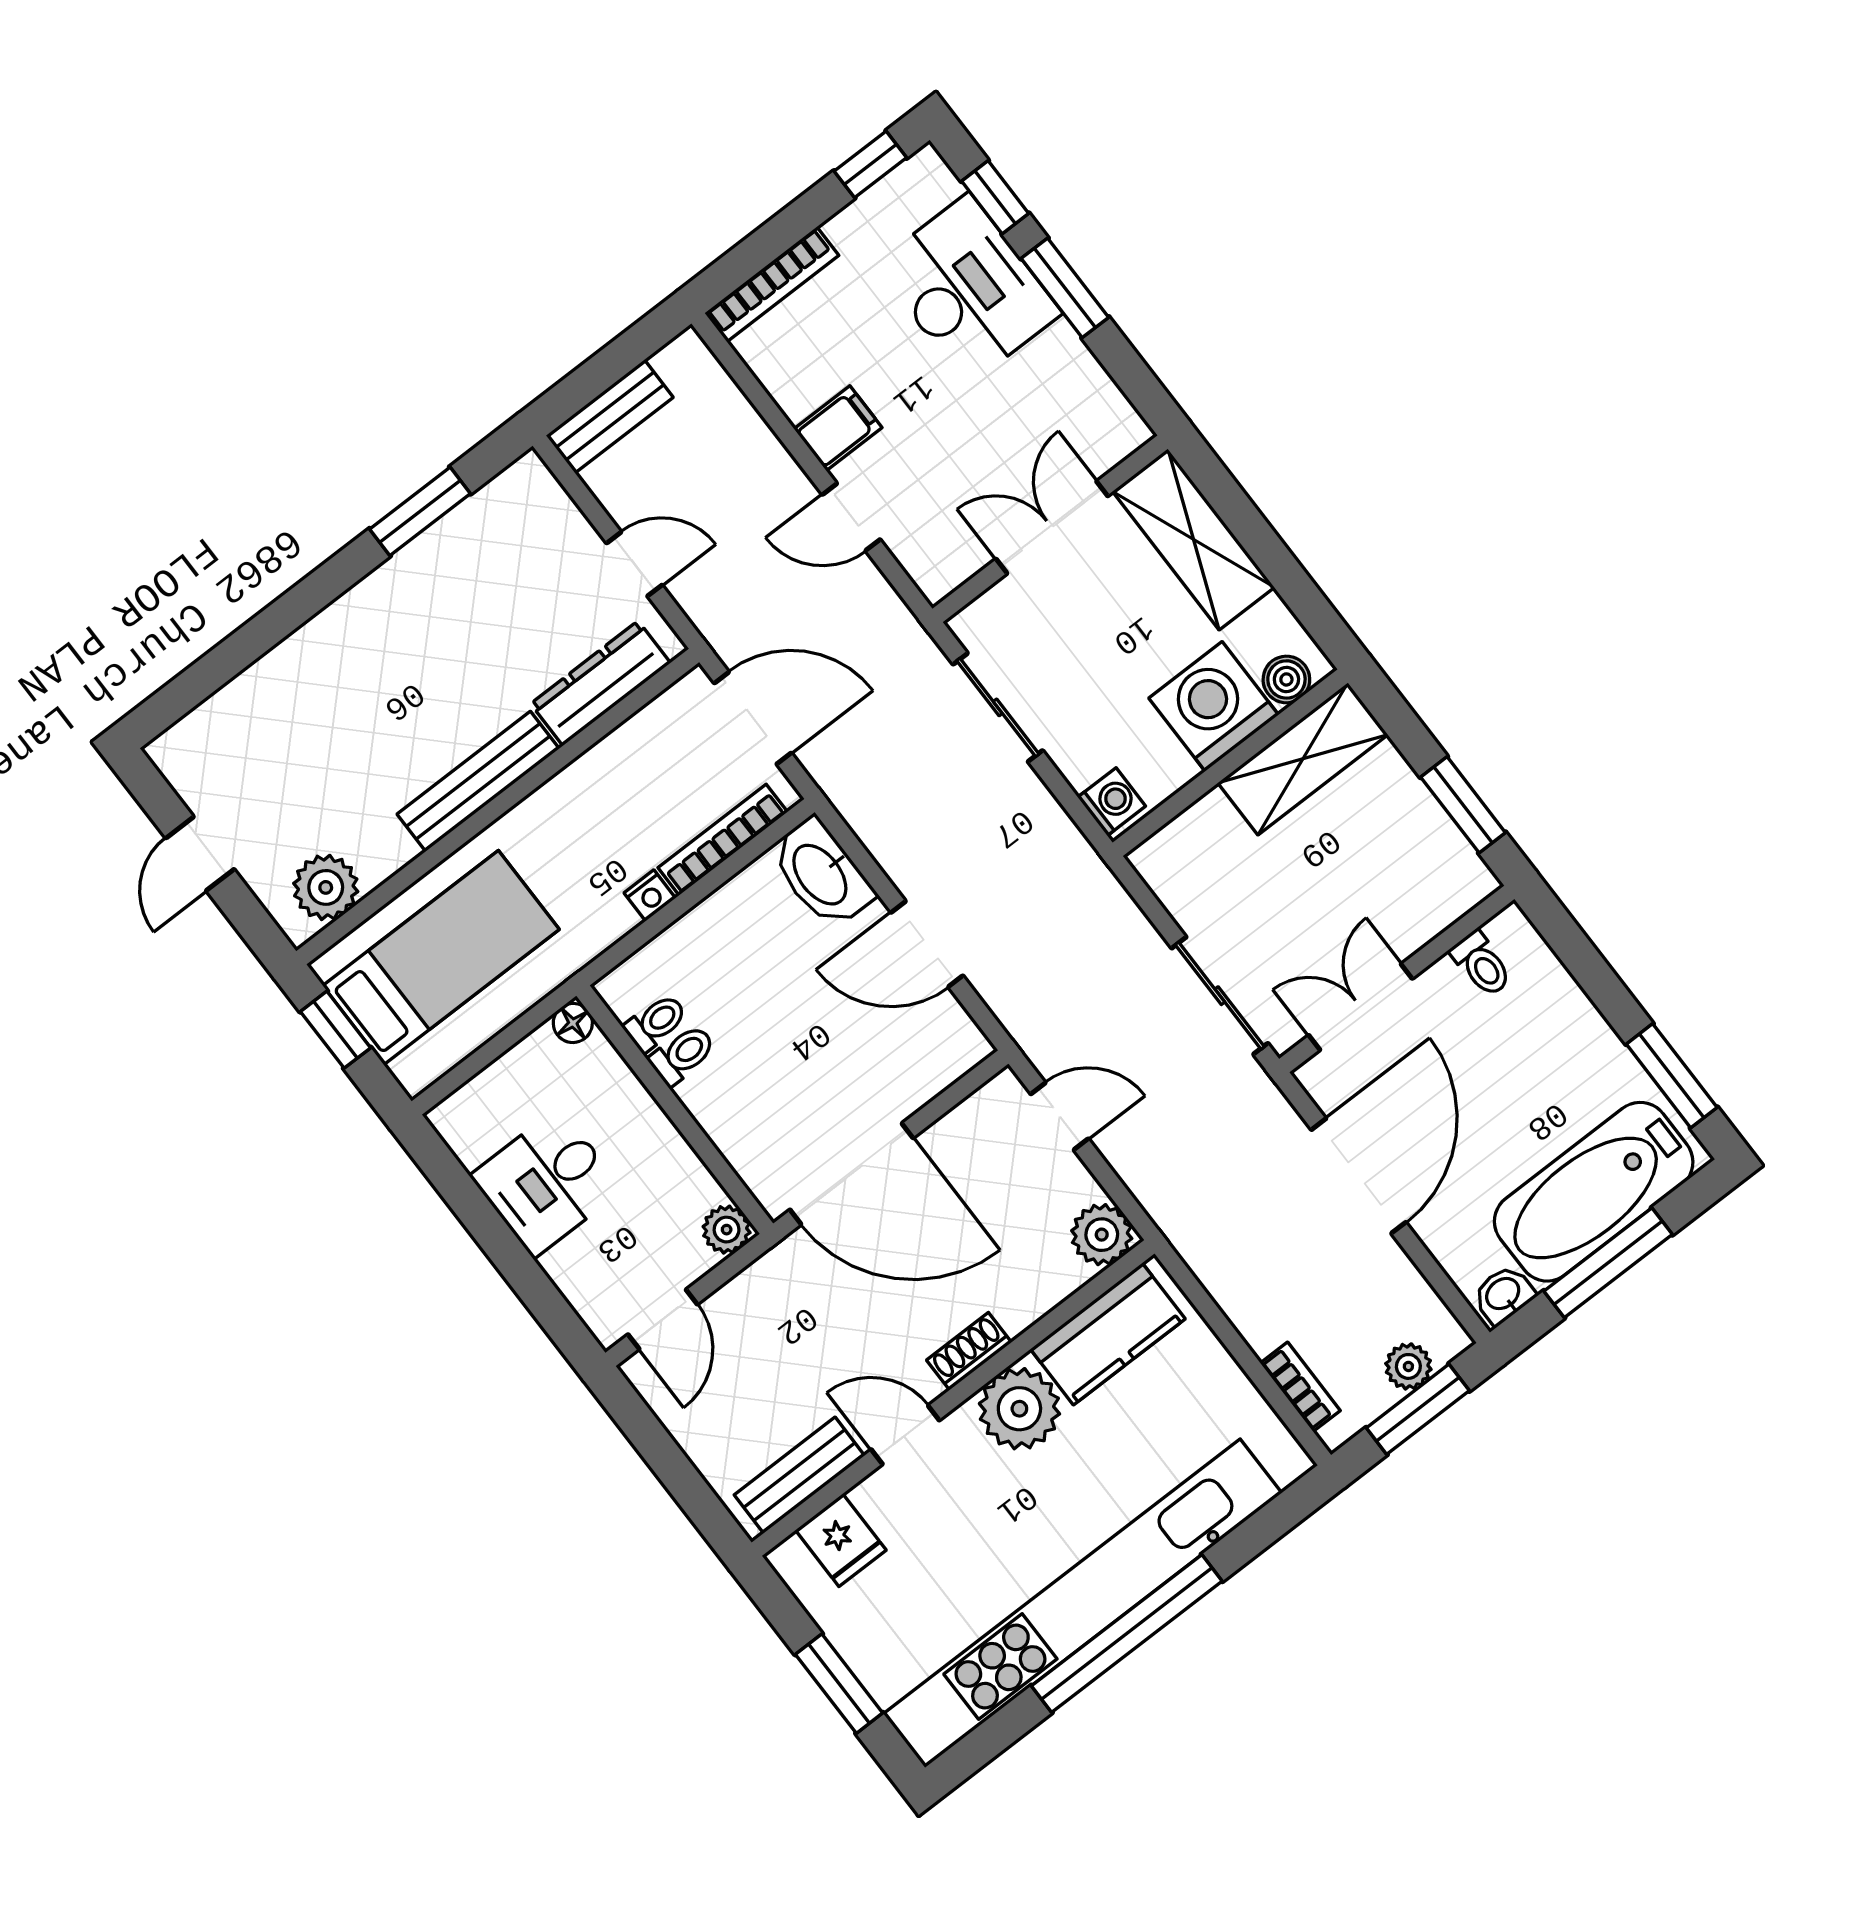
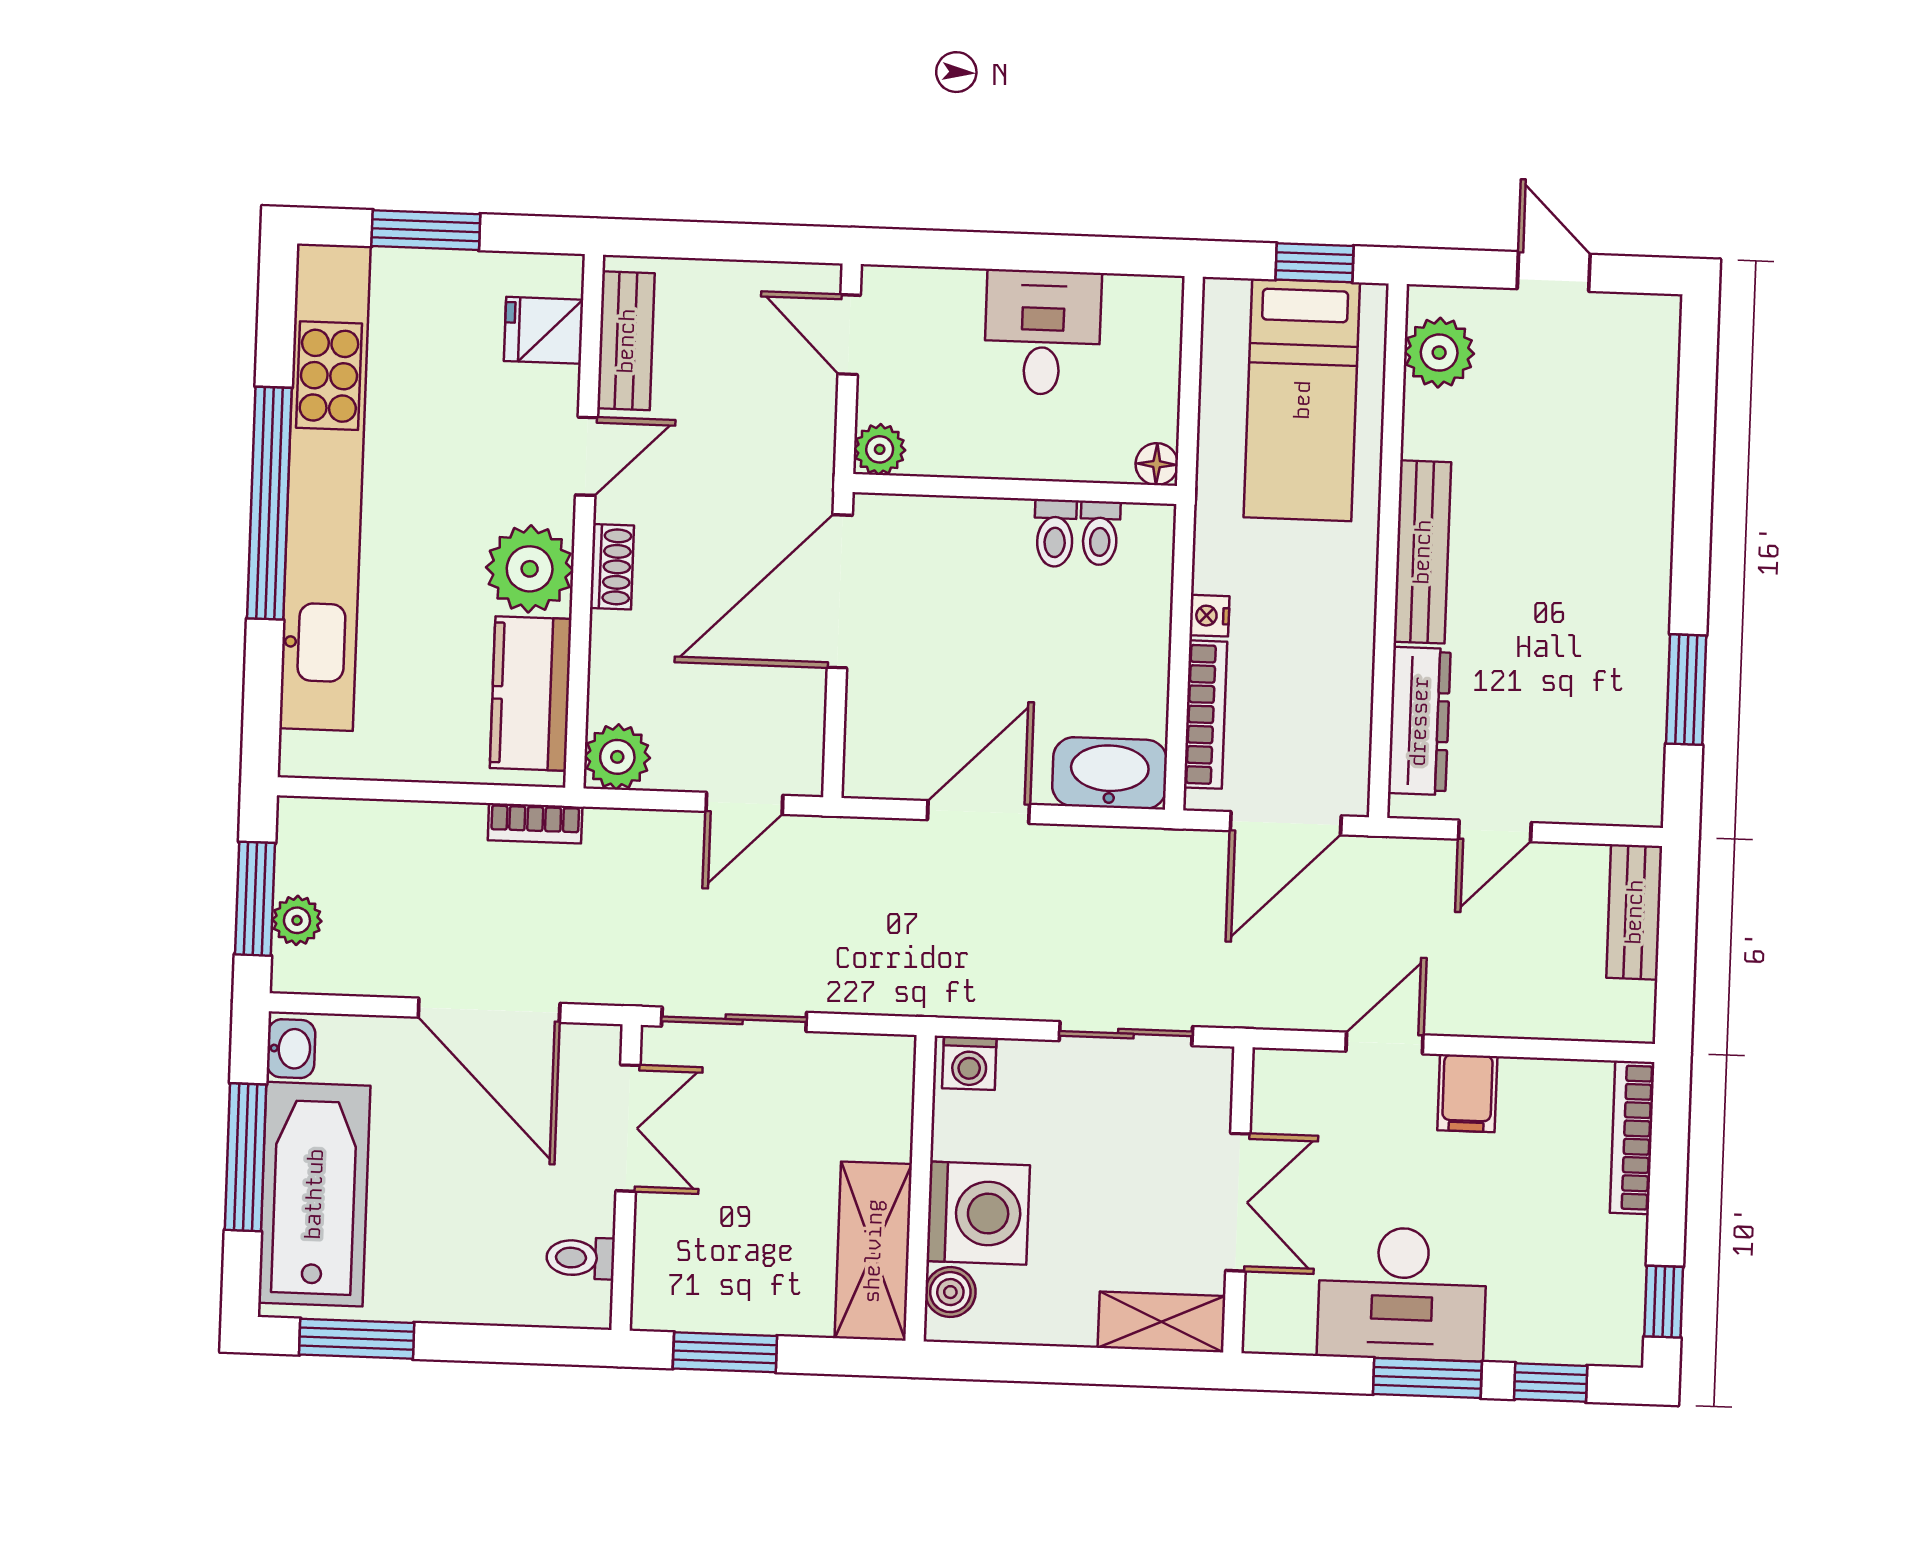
desk: (968, 289) -> (1402, 1294), moved
shelving: (1193, 539) -> (1162, 1322), width x0.67, depth x0.75
bookcase: (1300, 1387) -> (535, 823), moved

